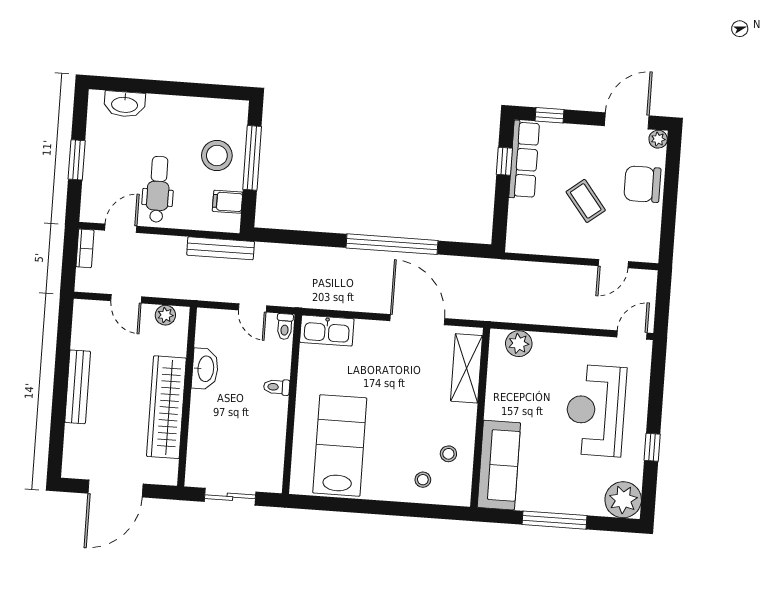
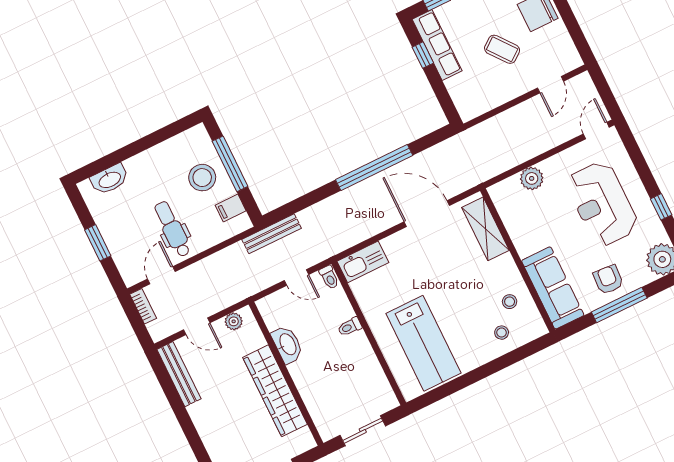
bench: (221, 248) -> (272, 234), moved
plant: (519, 344) -> (532, 178), moved
bench: (78, 387) -> (179, 374), moved
lab bench: (340, 445) -> (423, 343), turned 180
armchair: (558, 489) -> (608, 280), added

